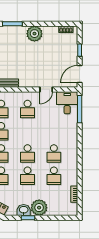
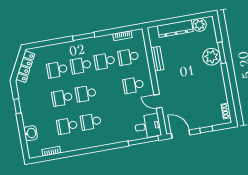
plant: (34, 34) -> (211, 57), moved
plant: (39, 208) -> (30, 116), removed
washbasin: (24, 210) -> (31, 133), moved

